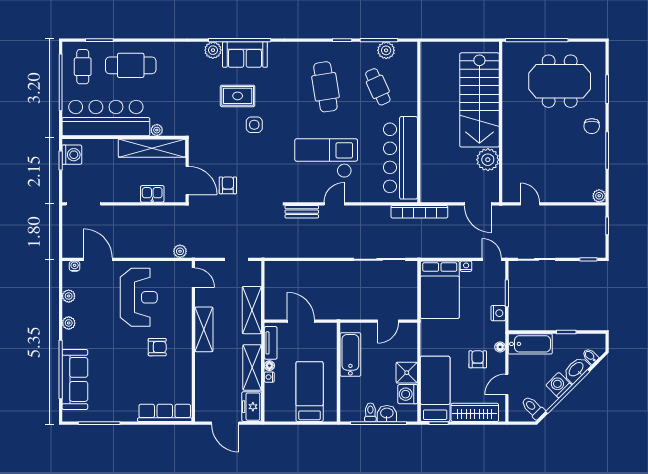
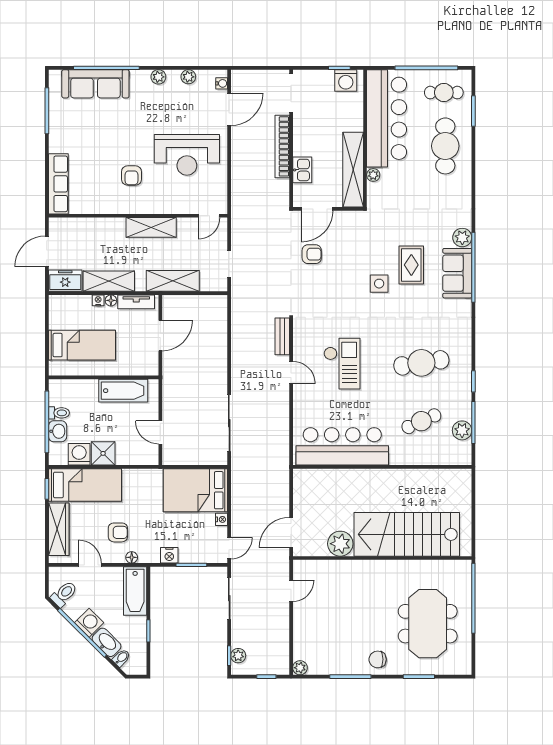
checkout: (326, 158) -> (342, 364), width x0.73, depth x0.83
bookcase: (419, 212) -> (282, 146), moved
plant: (180, 251) -> (238, 656), moved

